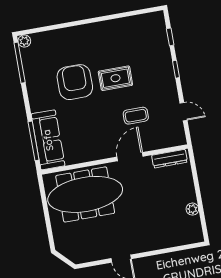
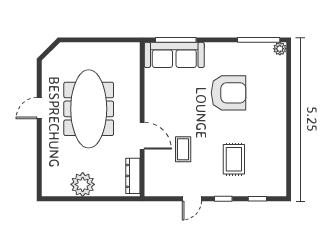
rug: (115, 78) -> (234, 159), moved
door: (184, 112) -> (192, 199), moved
meeting table: (85, 194) -> (89, 109), moved
plant: (192, 209) -> (83, 184), width x1.87, depth x1.87

